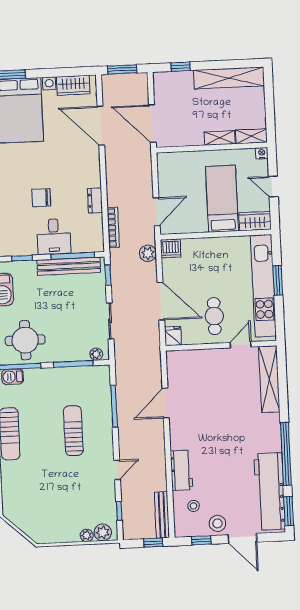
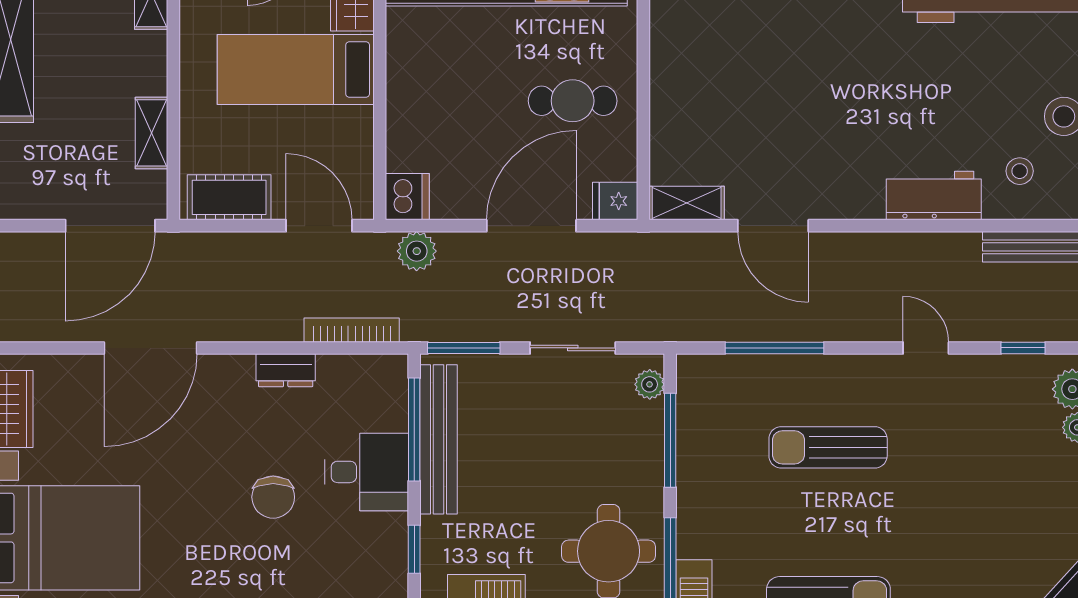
door: (101, 126) -> (151, 348), moved
shelving: (220, 138) -> (152, 133), moved
cot: (167, 173) -> (229, 197), added
window: (108, 275) -> (464, 348), width x1.50
door: (241, 345) -> (643, 42), removed
shelving: (173, 366) -> (687, 203), added

